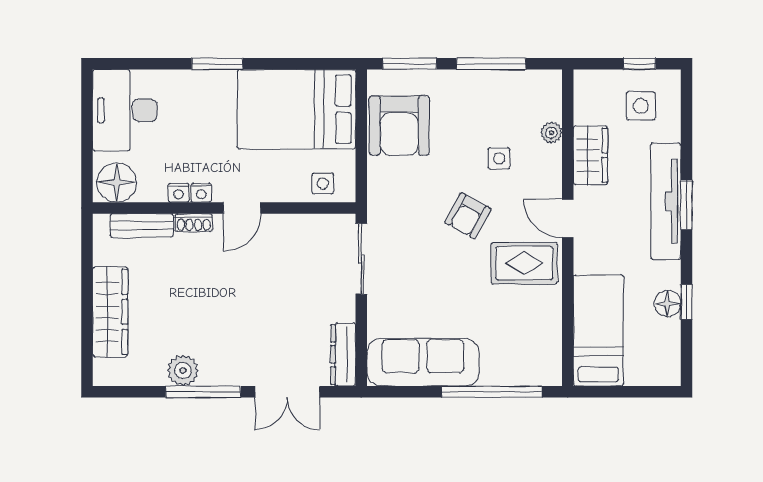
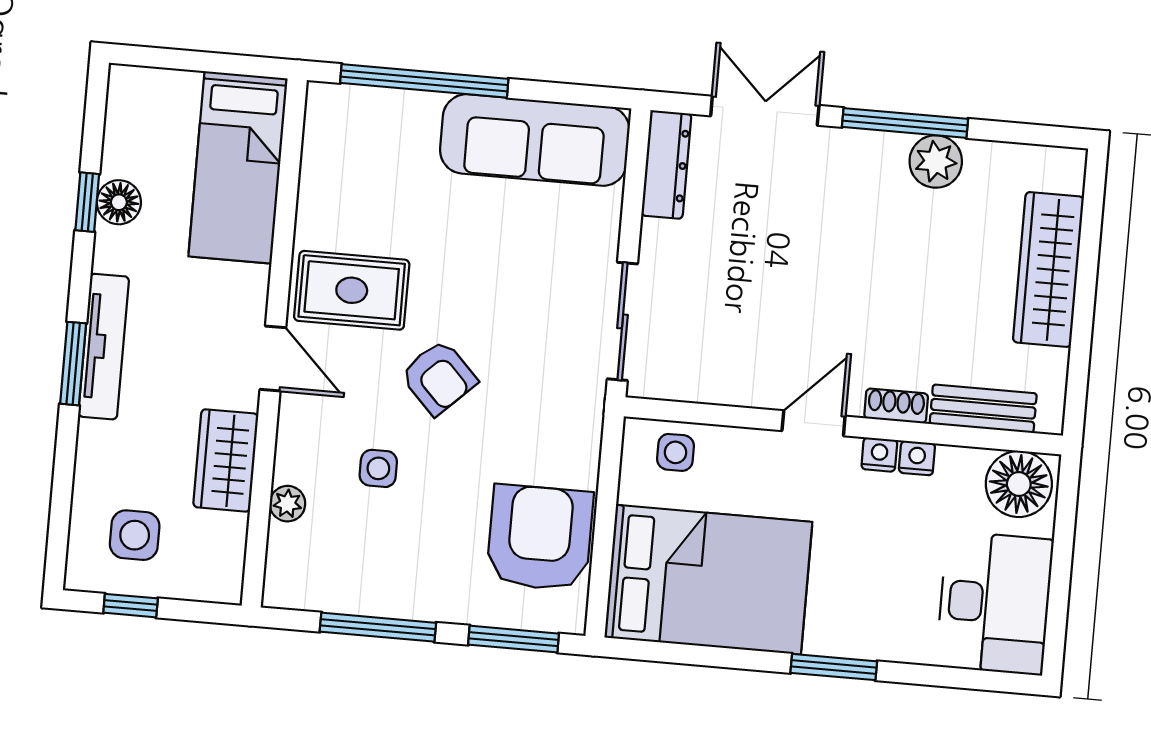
tv unit: (666, 201) -> (104, 347), width x0.73, depth x0.78
armchair: (468, 216) -> (439, 377), turned 107

